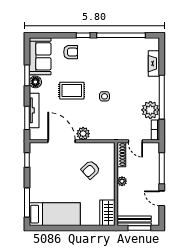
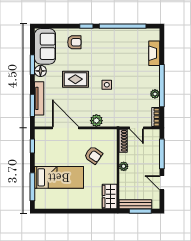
plant: (150, 110) -> (155, 94), width x0.53, depth x0.53
plant: (83, 134) -> (96, 121), moved
armchair: (90, 170) -> (93, 155), turned -102
bed: (55, 214) -> (59, 177), moved

